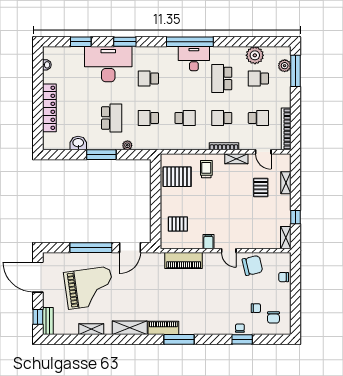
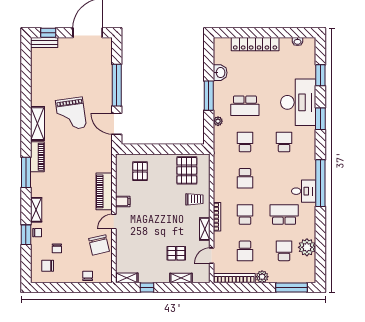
desk: (194, 59) -> (304, 191), width x0.73
plant: (285, 66) -> (262, 277), moved
piano: (184, 260) -> (104, 191), moved
grand piano: (89, 288) -> (71, 114), moved, width x0.73, depth x0.68
shelving: (91, 329) -> (36, 210), moved

